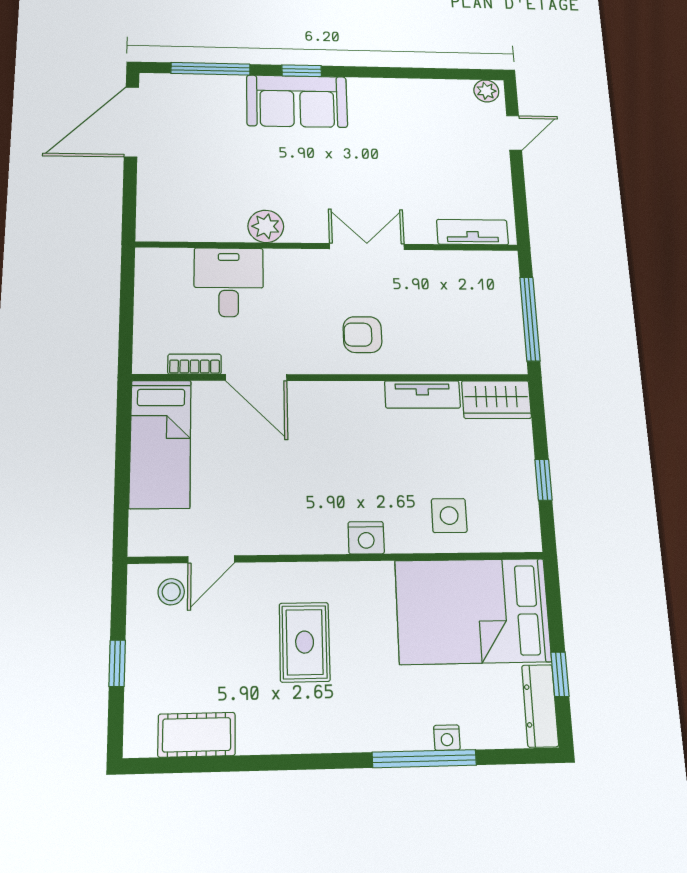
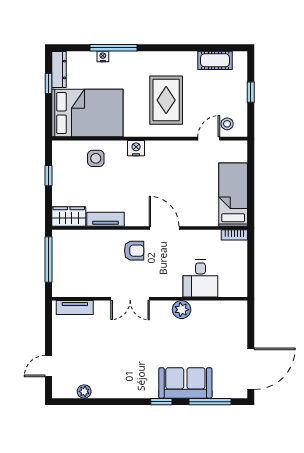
plant: (486, 91) -> (84, 391), moved
sofa: (297, 101) -> (185, 383), moved
bookcase: (195, 364) -> (234, 235), moved
door: (256, 377) -> (164, 228), moved
rug: (305, 642) -> (166, 100), width x1.36, depth x1.43

